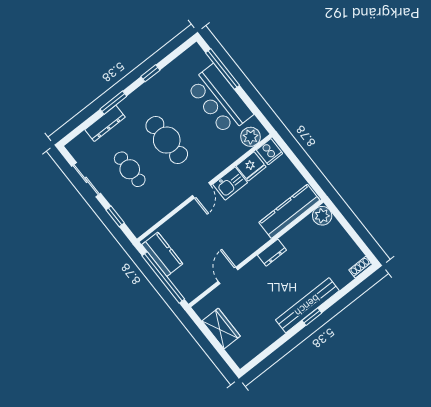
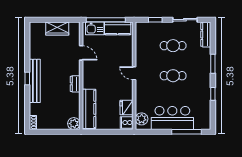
dresser: (105, 123) -> (206, 34), moved
cafe table: (167, 140) -> (173, 76), width x0.73, depth x0.74
kitchen sink: (230, 183) -> (95, 28), moved, turned -90

